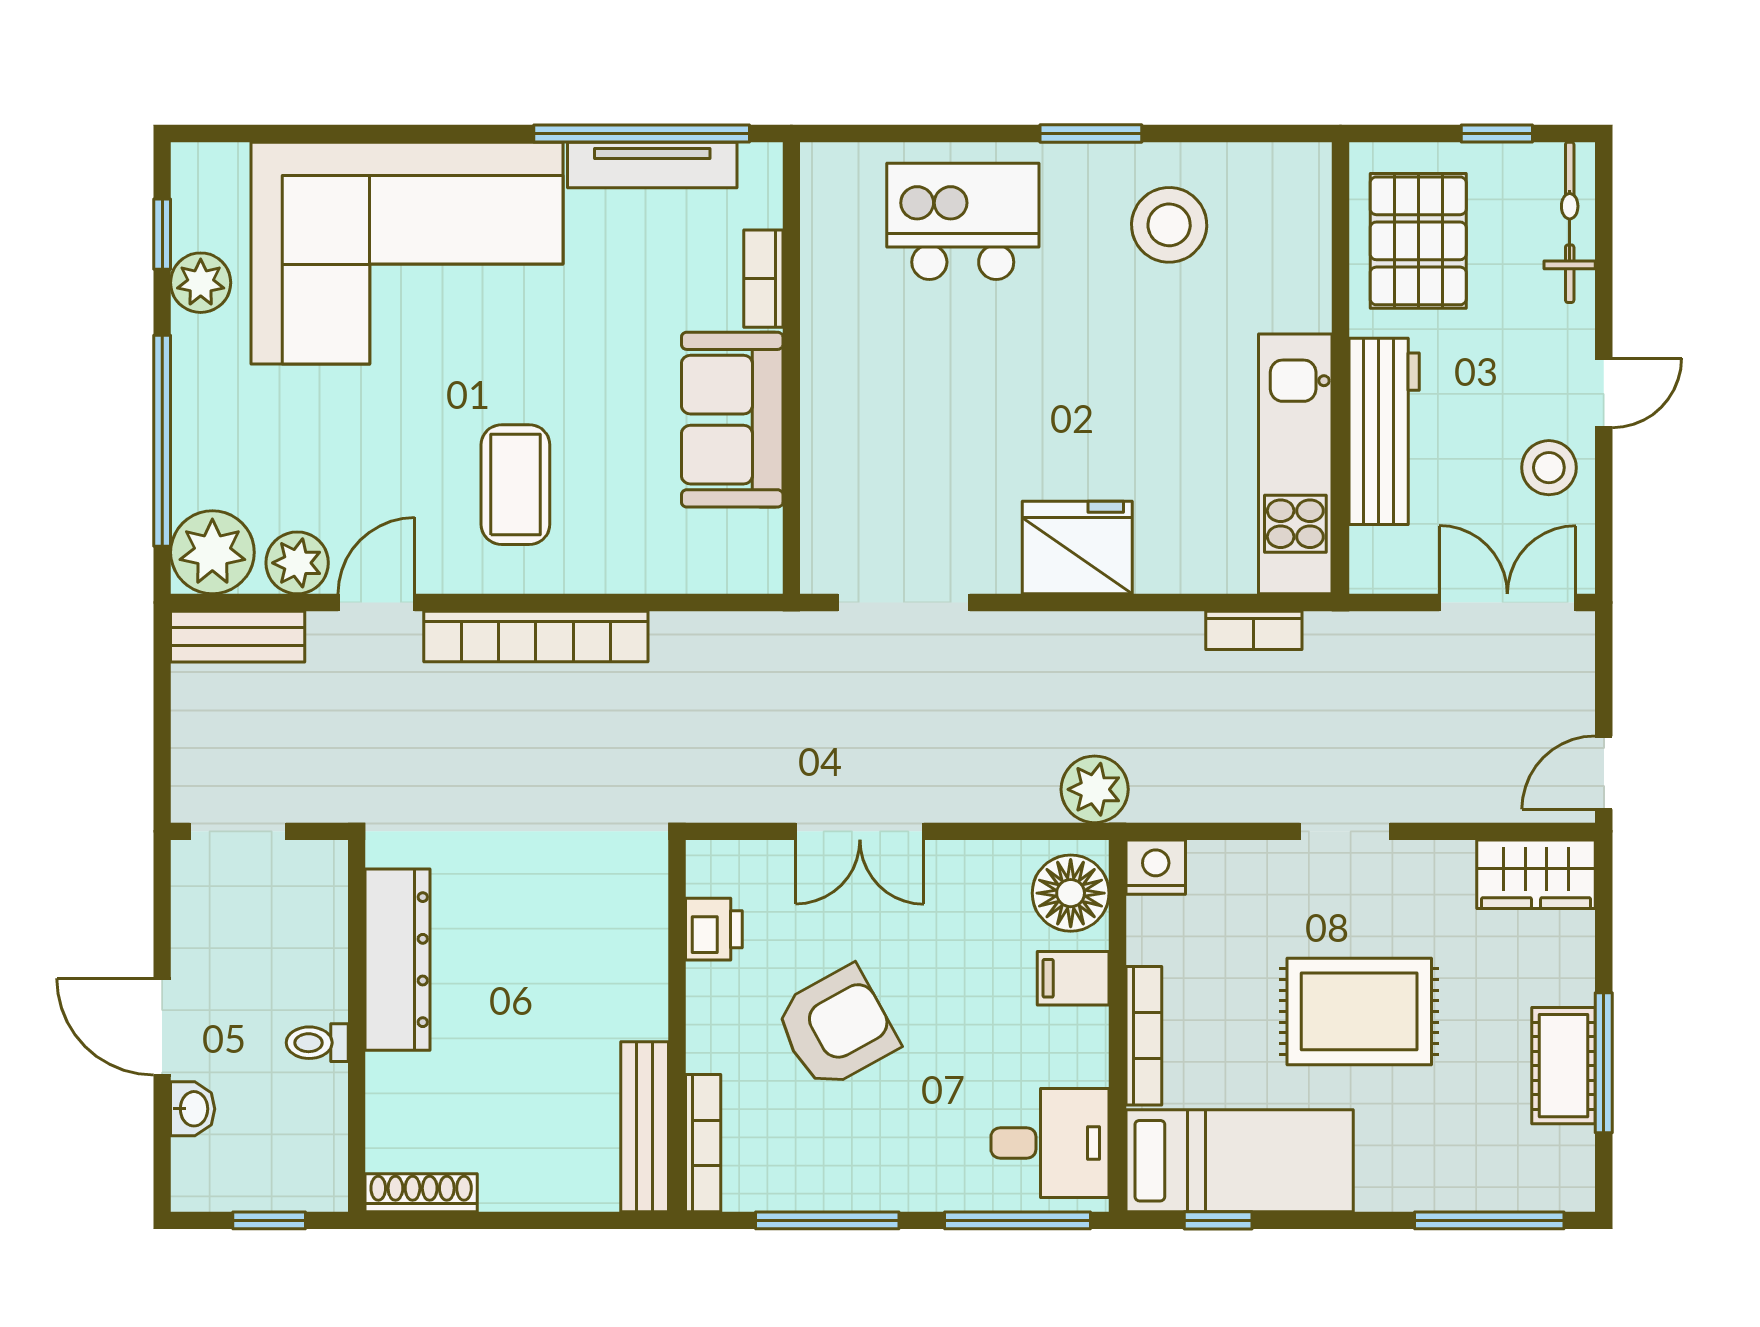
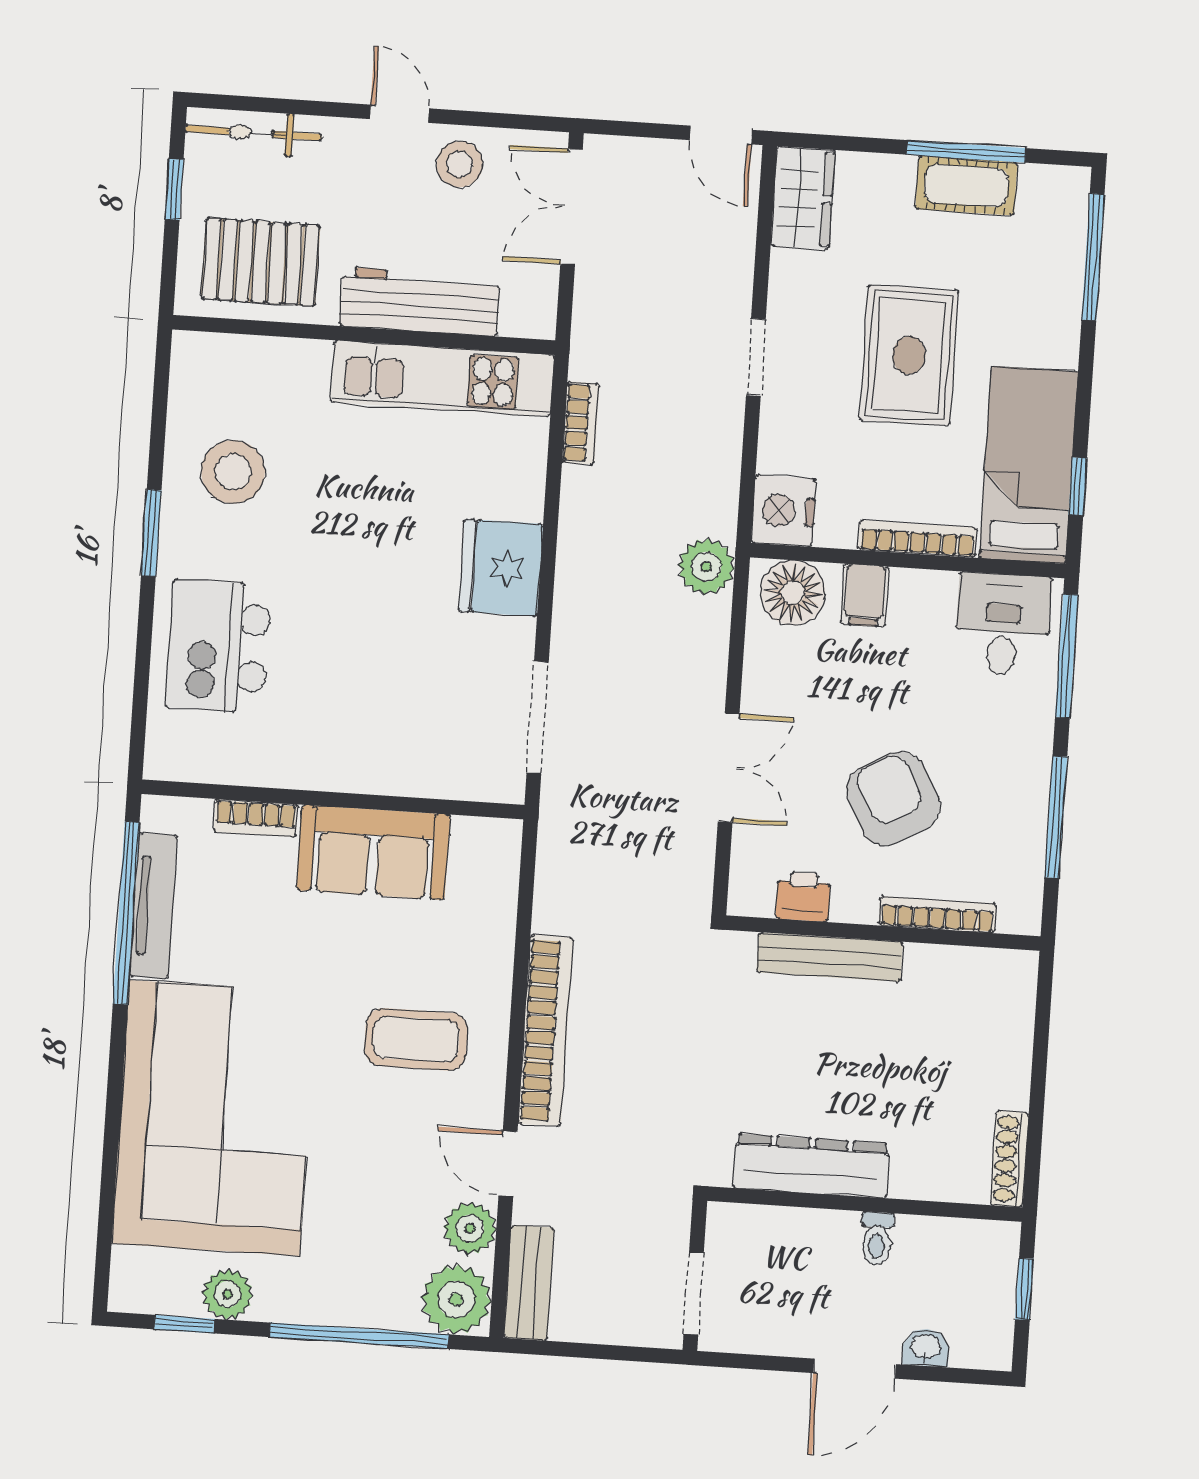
nightstand: (1156, 867) -> (784, 511), width x1.36, depth x1.33
bench: (645, 1127) -> (830, 957), moved
bookcase: (703, 1143) -> (937, 915), moved

